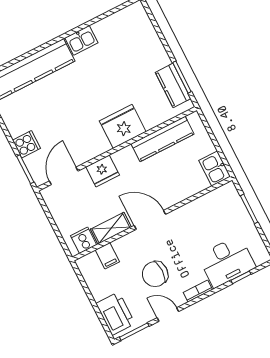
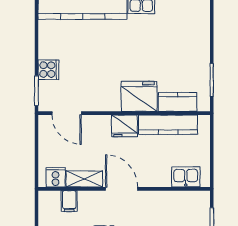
kitchen counter: (173, 85) -> (178, 102), moved, turned 90
kitchen sink: (215, 169) -> (186, 177), moved, turned 90
fridge: (103, 171) -> (124, 126), moved
door: (64, 176) -> (67, 113), swing flipped

